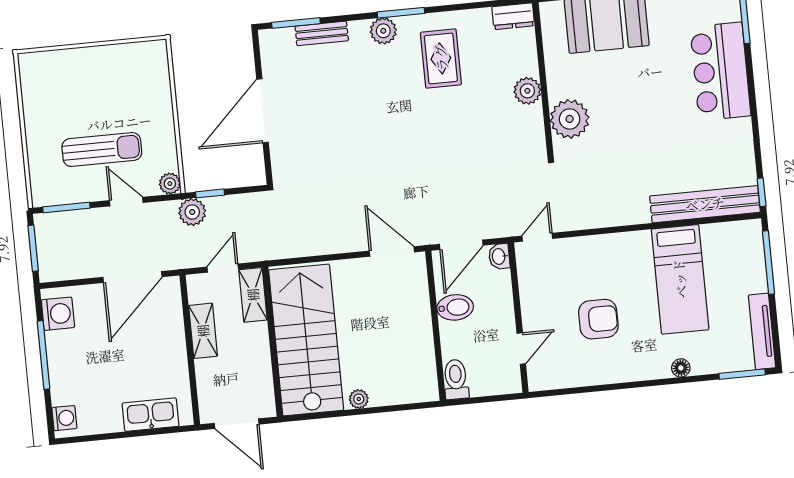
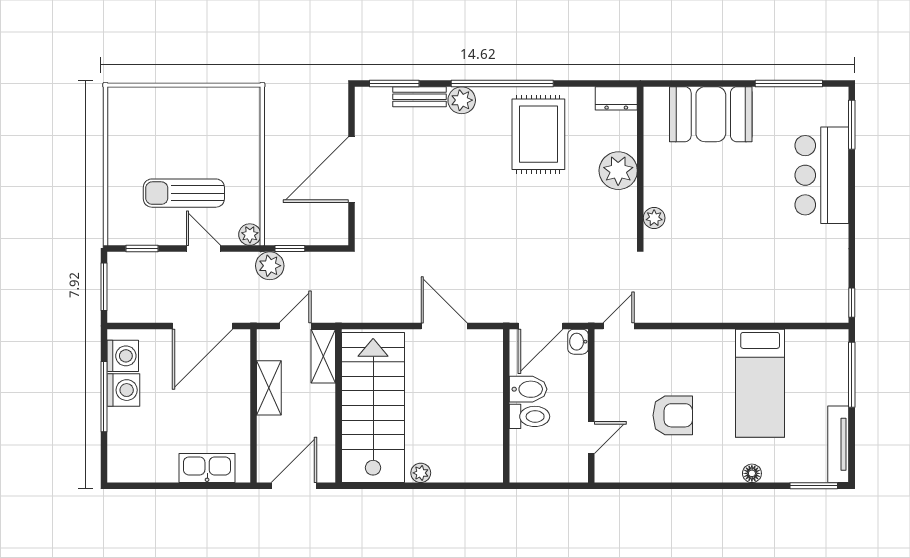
window: (401, 13) -> (502, 84), width x2.11
plant: (383, 31) -> (462, 100), moved
rug: (441, 58) -> (538, 134), width x1.36, depth x1.43
plant: (527, 91) -> (618, 171), width x1.36, depth x1.36
plant: (570, 119) -> (654, 218), width x0.53, depth x0.53
sun lounger: (102, 150) -> (184, 193), turned 180
bench: (705, 204) -> (793, 309), removed
window: (66, 207) -> (142, 249), width x0.67
door: (392, 252) -> (444, 326), moved
toilet: (456, 379) -> (529, 416), moved, turned 90
washing machine: (64, 418) -> (123, 390), moved, width x1.38, depth x1.38
door: (237, 424) -> (294, 486), swing flipped

